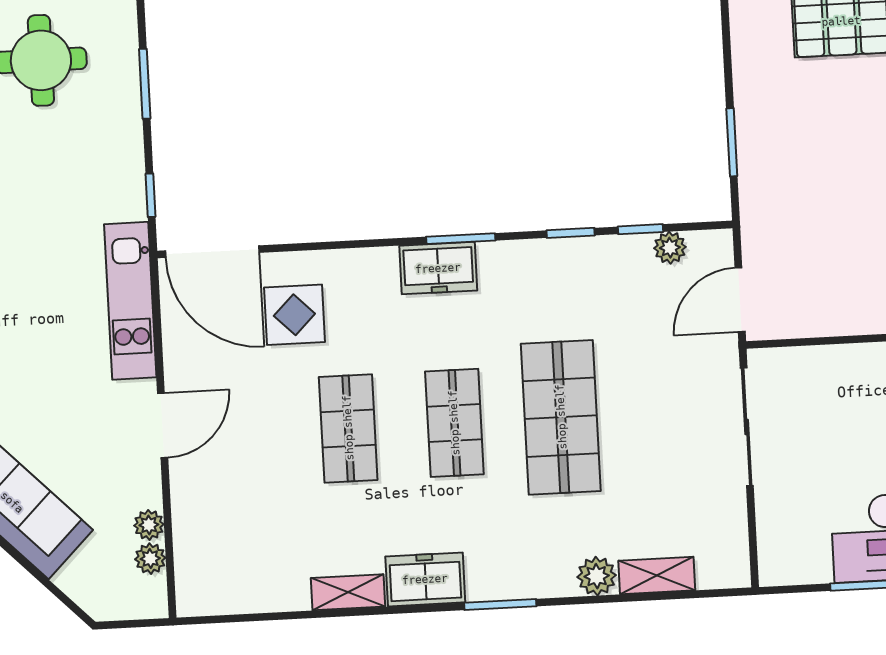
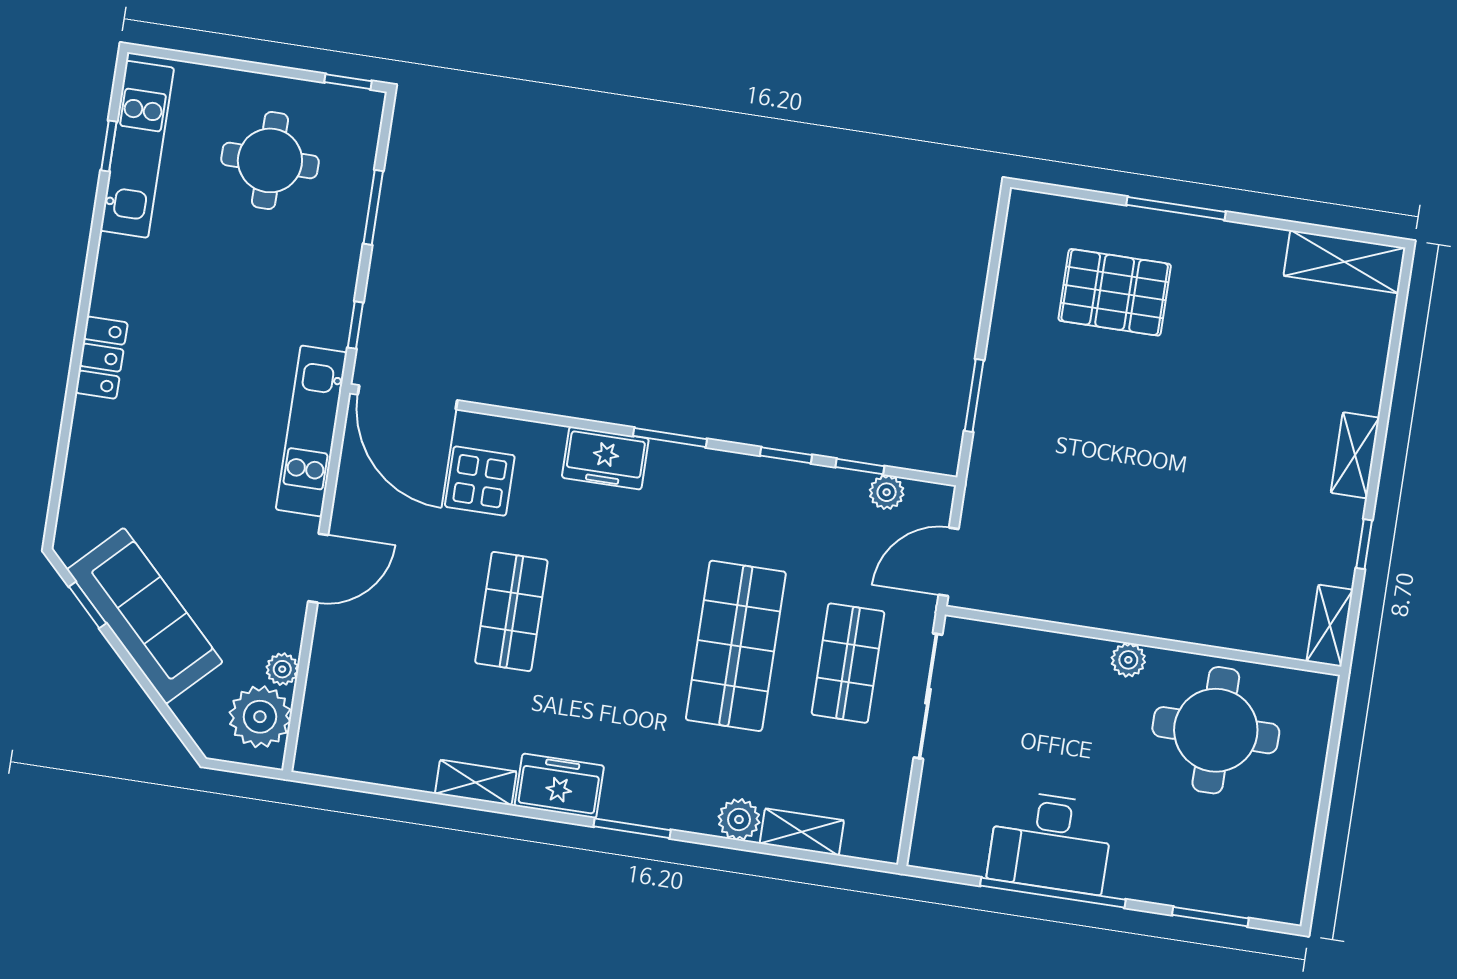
freezer: (438, 268) -> (605, 458), moved
shop shelf: (454, 423) -> (848, 663), moved
plant: (150, 559) -> (260, 717), width x1.88, depth x1.88

